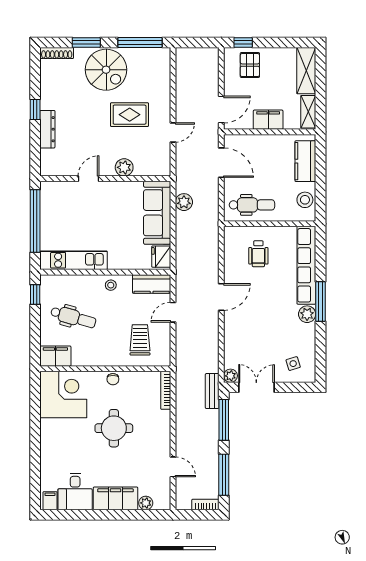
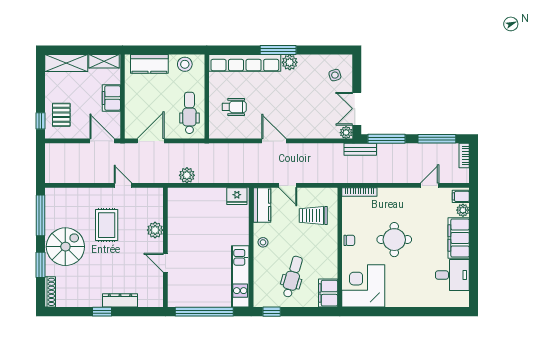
pallet: (250, 65) -> (61, 115), turned 90
sofa: (157, 213) -> (197, 200), removed
filing cabinet: (50, 501) -> (461, 196), moved

